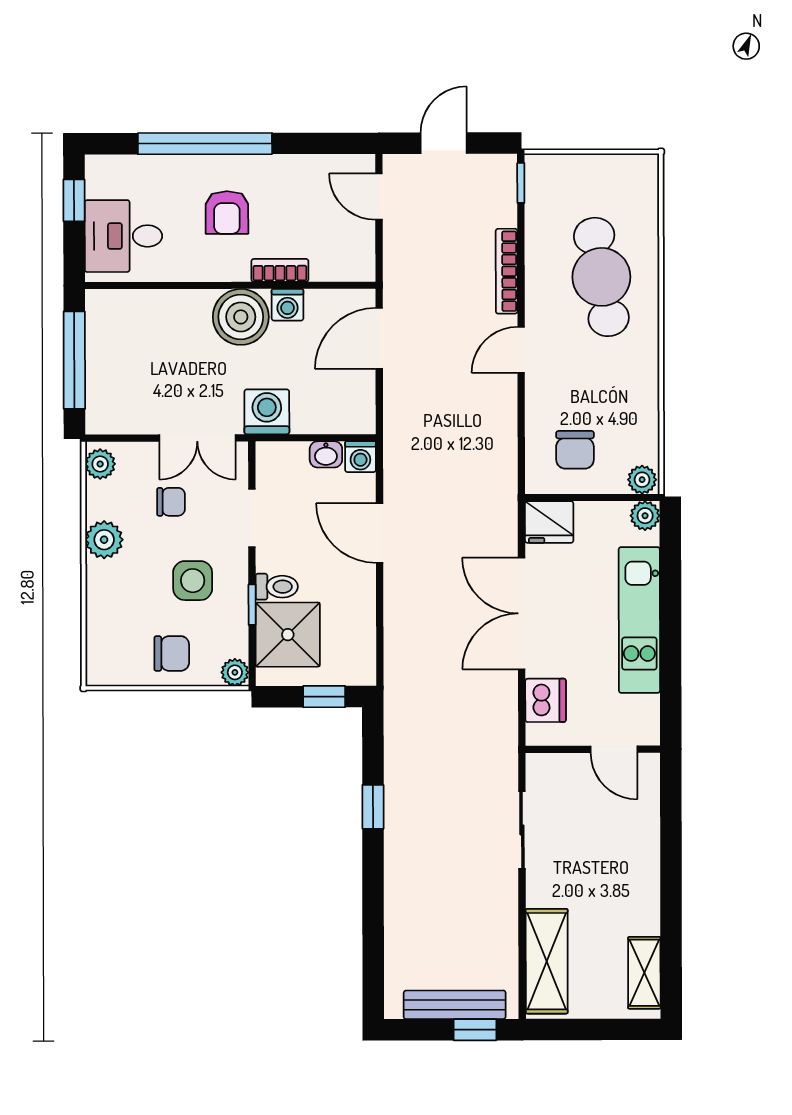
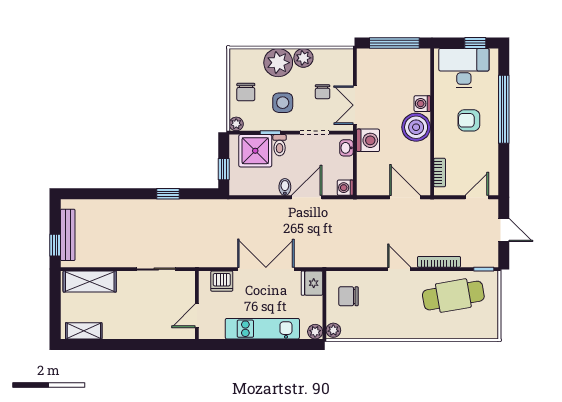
desk: (123, 236) -> (464, 68), width x1.37
bookcase: (280, 270) -> (440, 173), moved
cafe table: (601, 277) -> (453, 296), moved
washing machine: (287, 305) -> (422, 104), moved
washbasin: (326, 454) -> (346, 148), moved
plant: (100, 464) -> (278, 63), moved, width x1.87, depth x1.87
bidet: (359, 576) -> (285, 187), added

